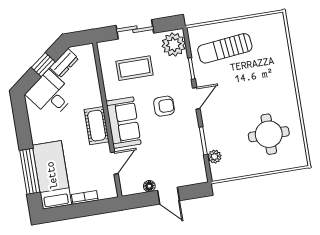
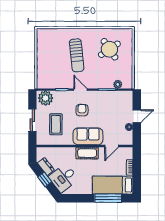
sun lounger: (225, 48) -> (77, 55), moved
round table: (269, 134) -> (109, 49), turned -34
door: (114, 163) -> (112, 146), swing flipped

